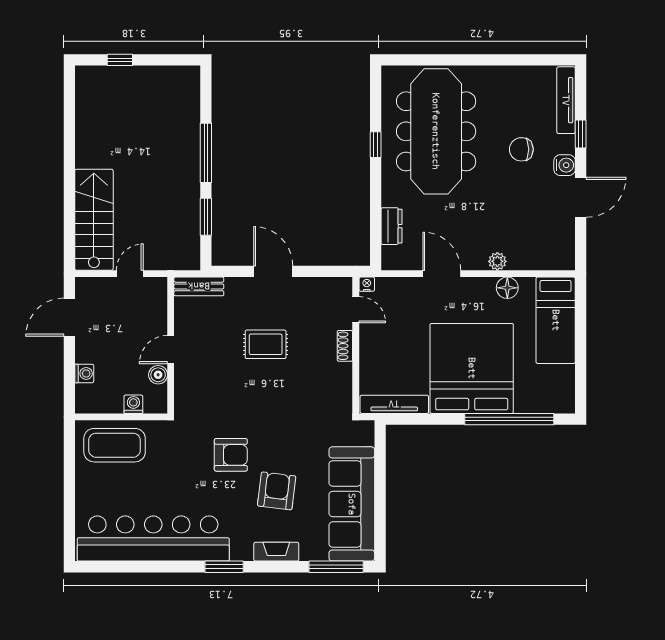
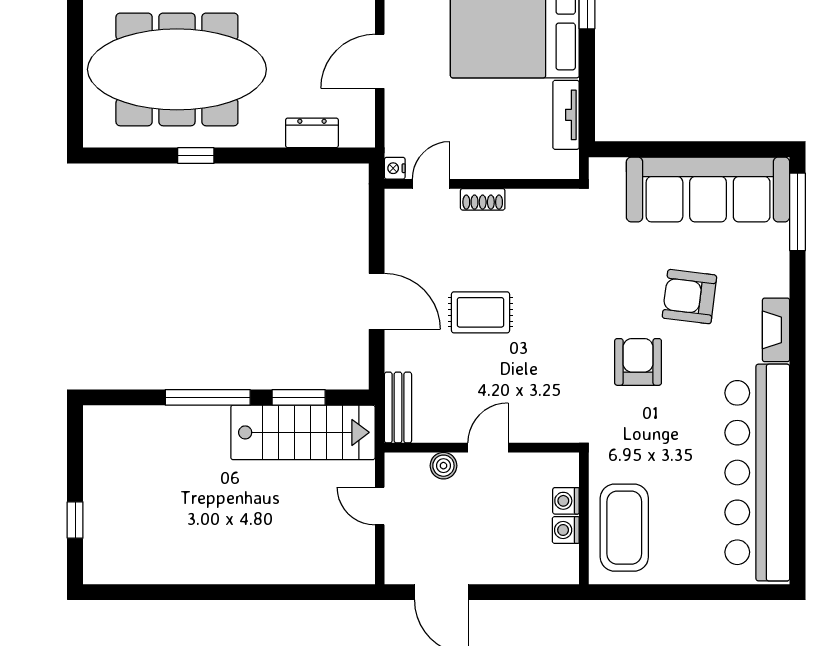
stairs: (94, 220) -> (303, 432), moved, turned 180
door: (273, 271) -> (377, 301), swing flipped
rug: (266, 344) -> (480, 312), turned 90
door: (171, 350) -> (488, 448), swing flipped
washing machine: (84, 373) -> (566, 530), moved, turned -90
boiler: (158, 375) -> (443, 466), moved
tv unit: (394, 404) -> (566, 115), width x0.71
fireplace: (276, 552) -> (776, 330), moved
window: (224, 567) -> (797, 372), removed

